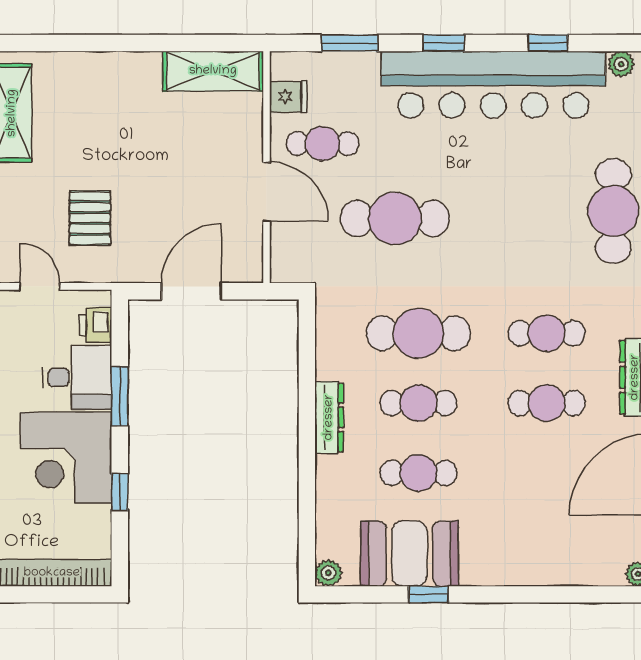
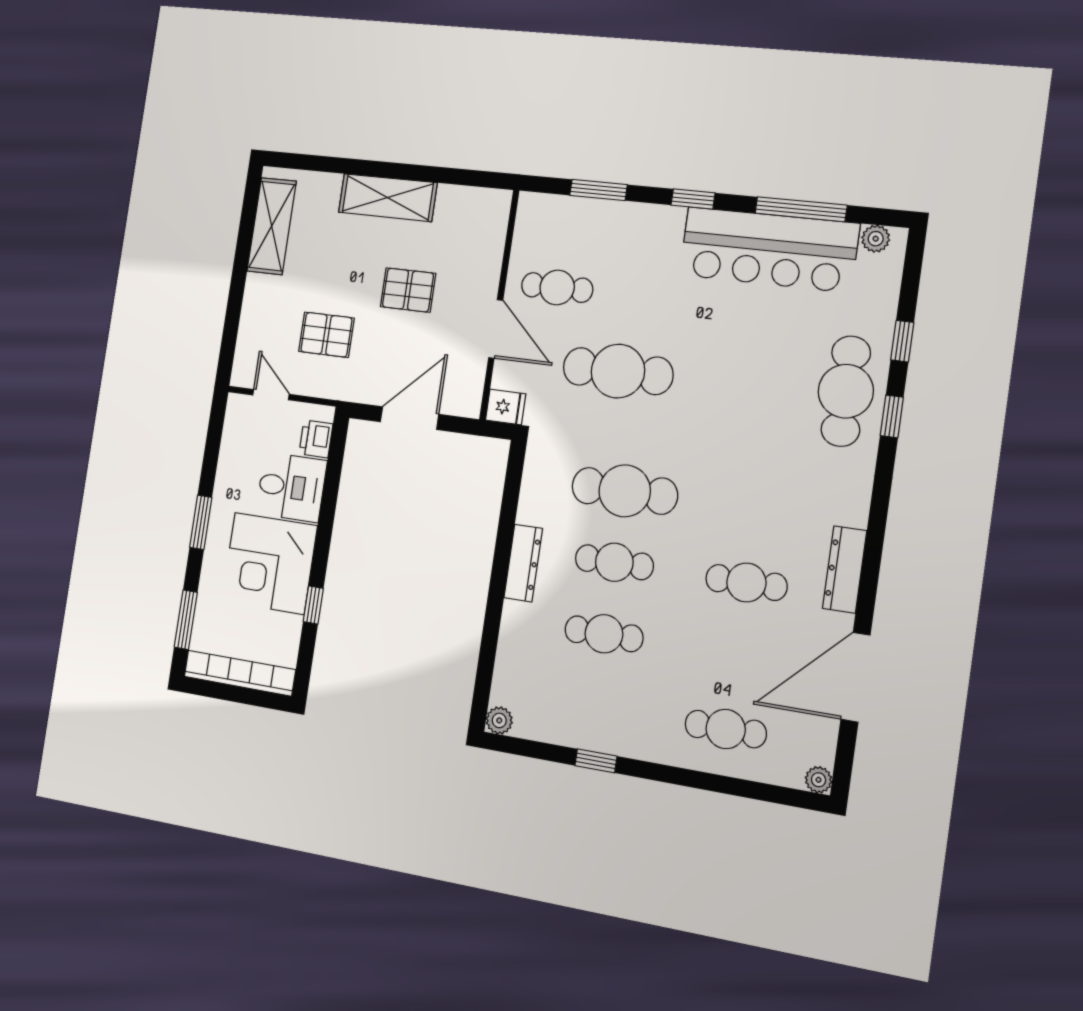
window: (548, 43) -> (801, 209), width x2.17
shelving: (213, 71) -> (388, 198), moved
bar counter: (493, 85) -> (769, 249), width x0.73
fridge: (288, 97) -> (506, 407), moved
pallet: (170, 163) -> (408, 290), added
pallet: (90, 218) -> (326, 335), turned 90
cafe table: (547, 333) -> (726, 729), moved
window: (120, 396) -> (327, 511), removed
booth: (409, 554) -> (583, 715), removed

